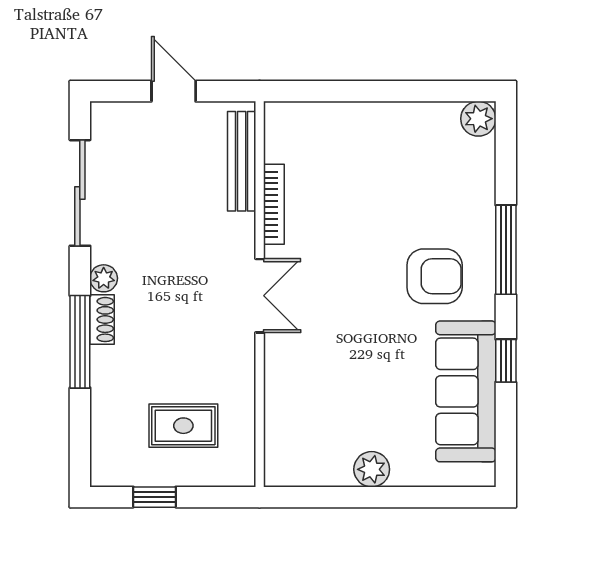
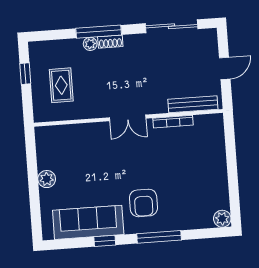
plant: (104, 278) -> (90, 44), moved

